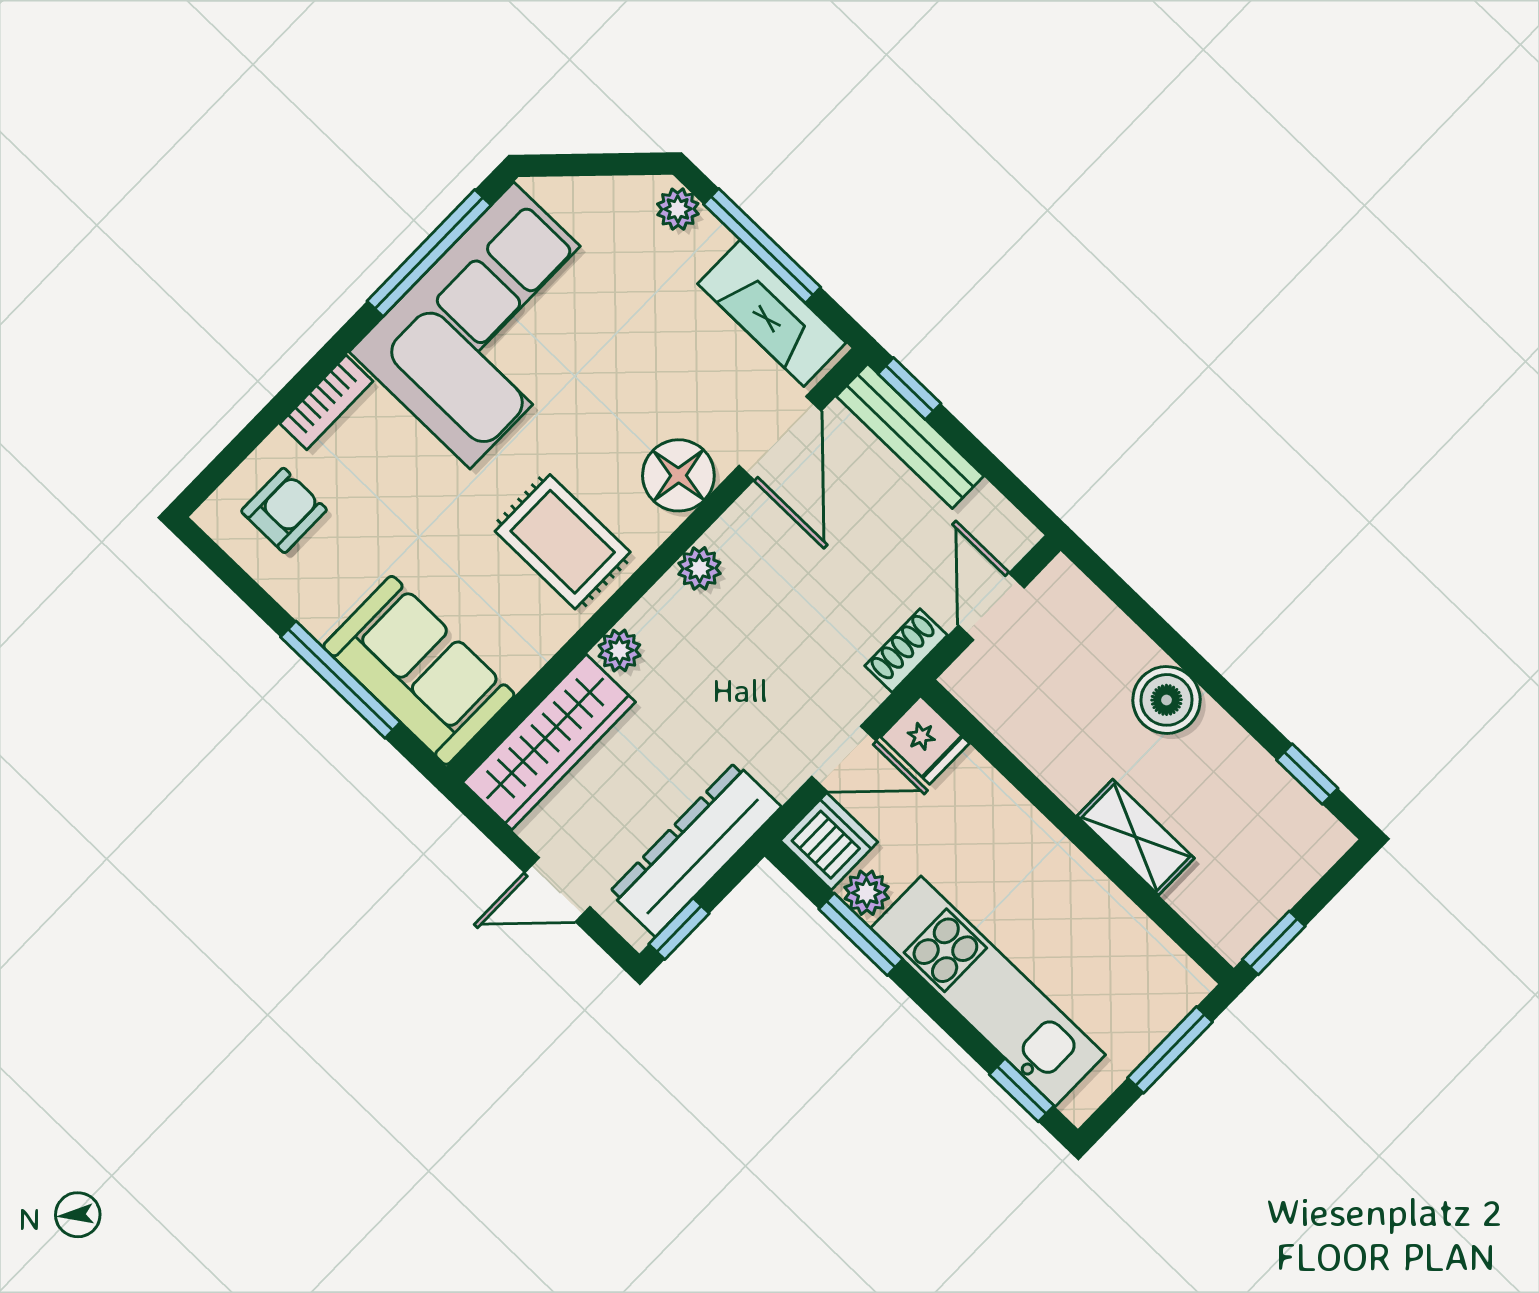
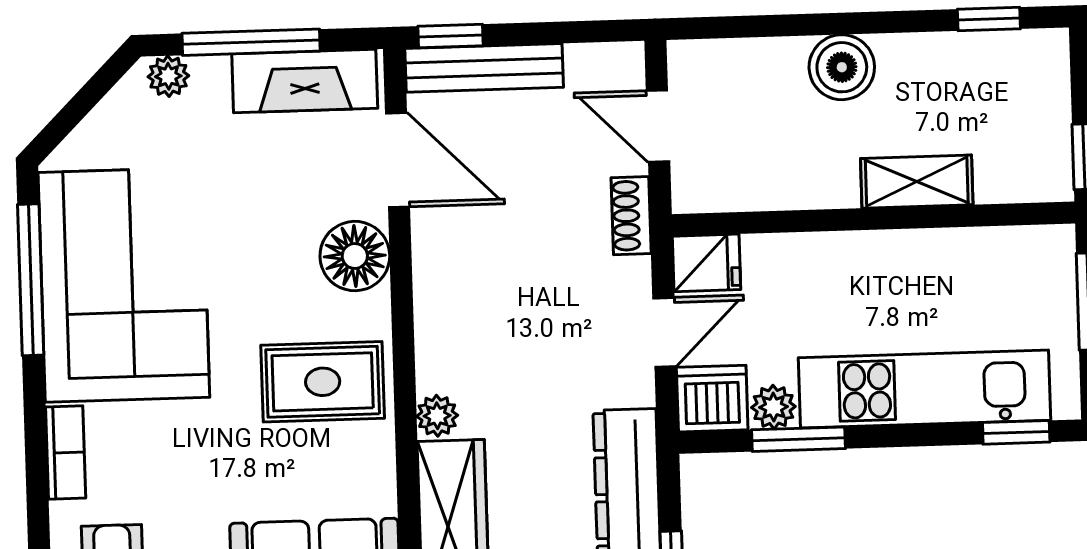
plant: (699, 568) -> (434, 304), removed

